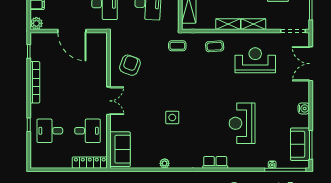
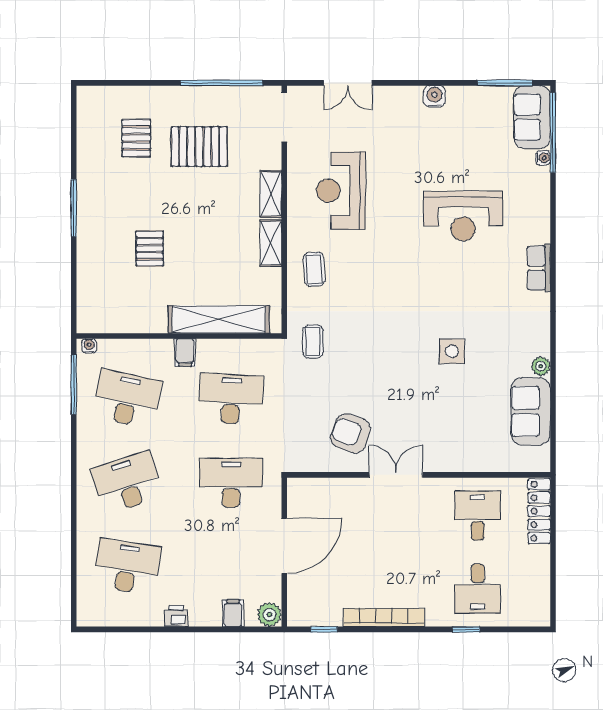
double door: (311, 64) -> (348, 83), width x0.73
double door: (109, 101) -> (396, 475), moved
sofa: (300, 144) -> (532, 117), moved, turned 90
sofa: (120, 149) -> (531, 411), moved, turned -90

